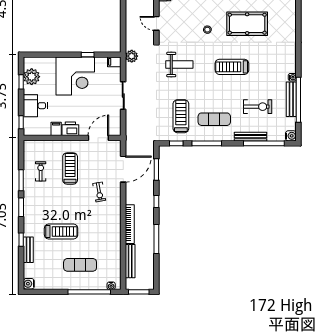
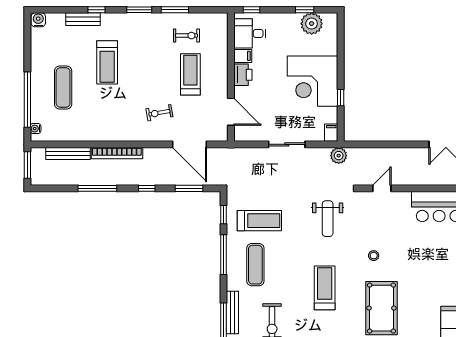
desk: (35, 106) -> (250, 33), moved, turned -90
treadmill: (70, 168) -> (190, 74), turned -90

